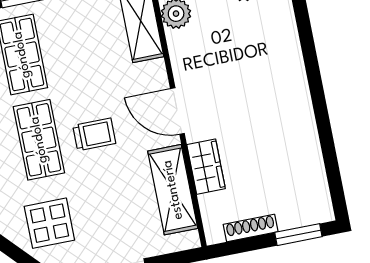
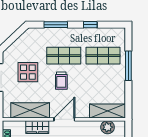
display table: (49, 223) -> (28, 72), moved

